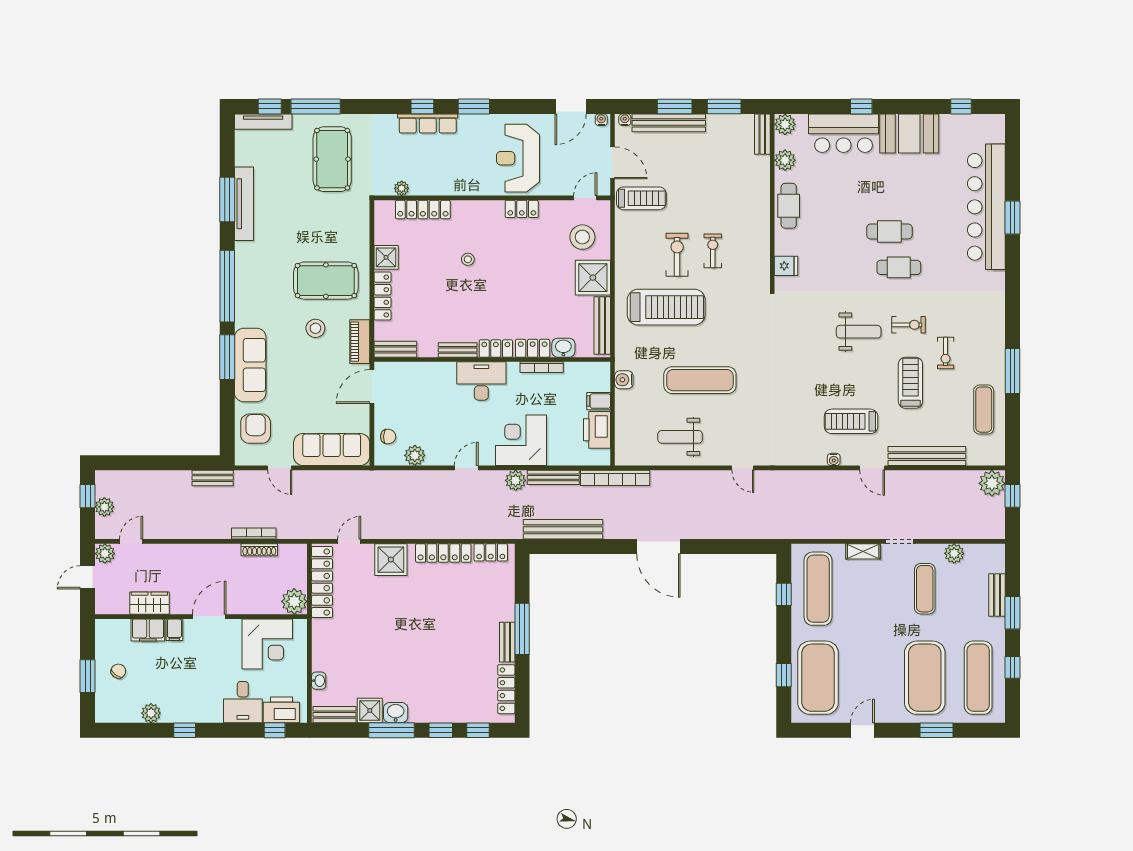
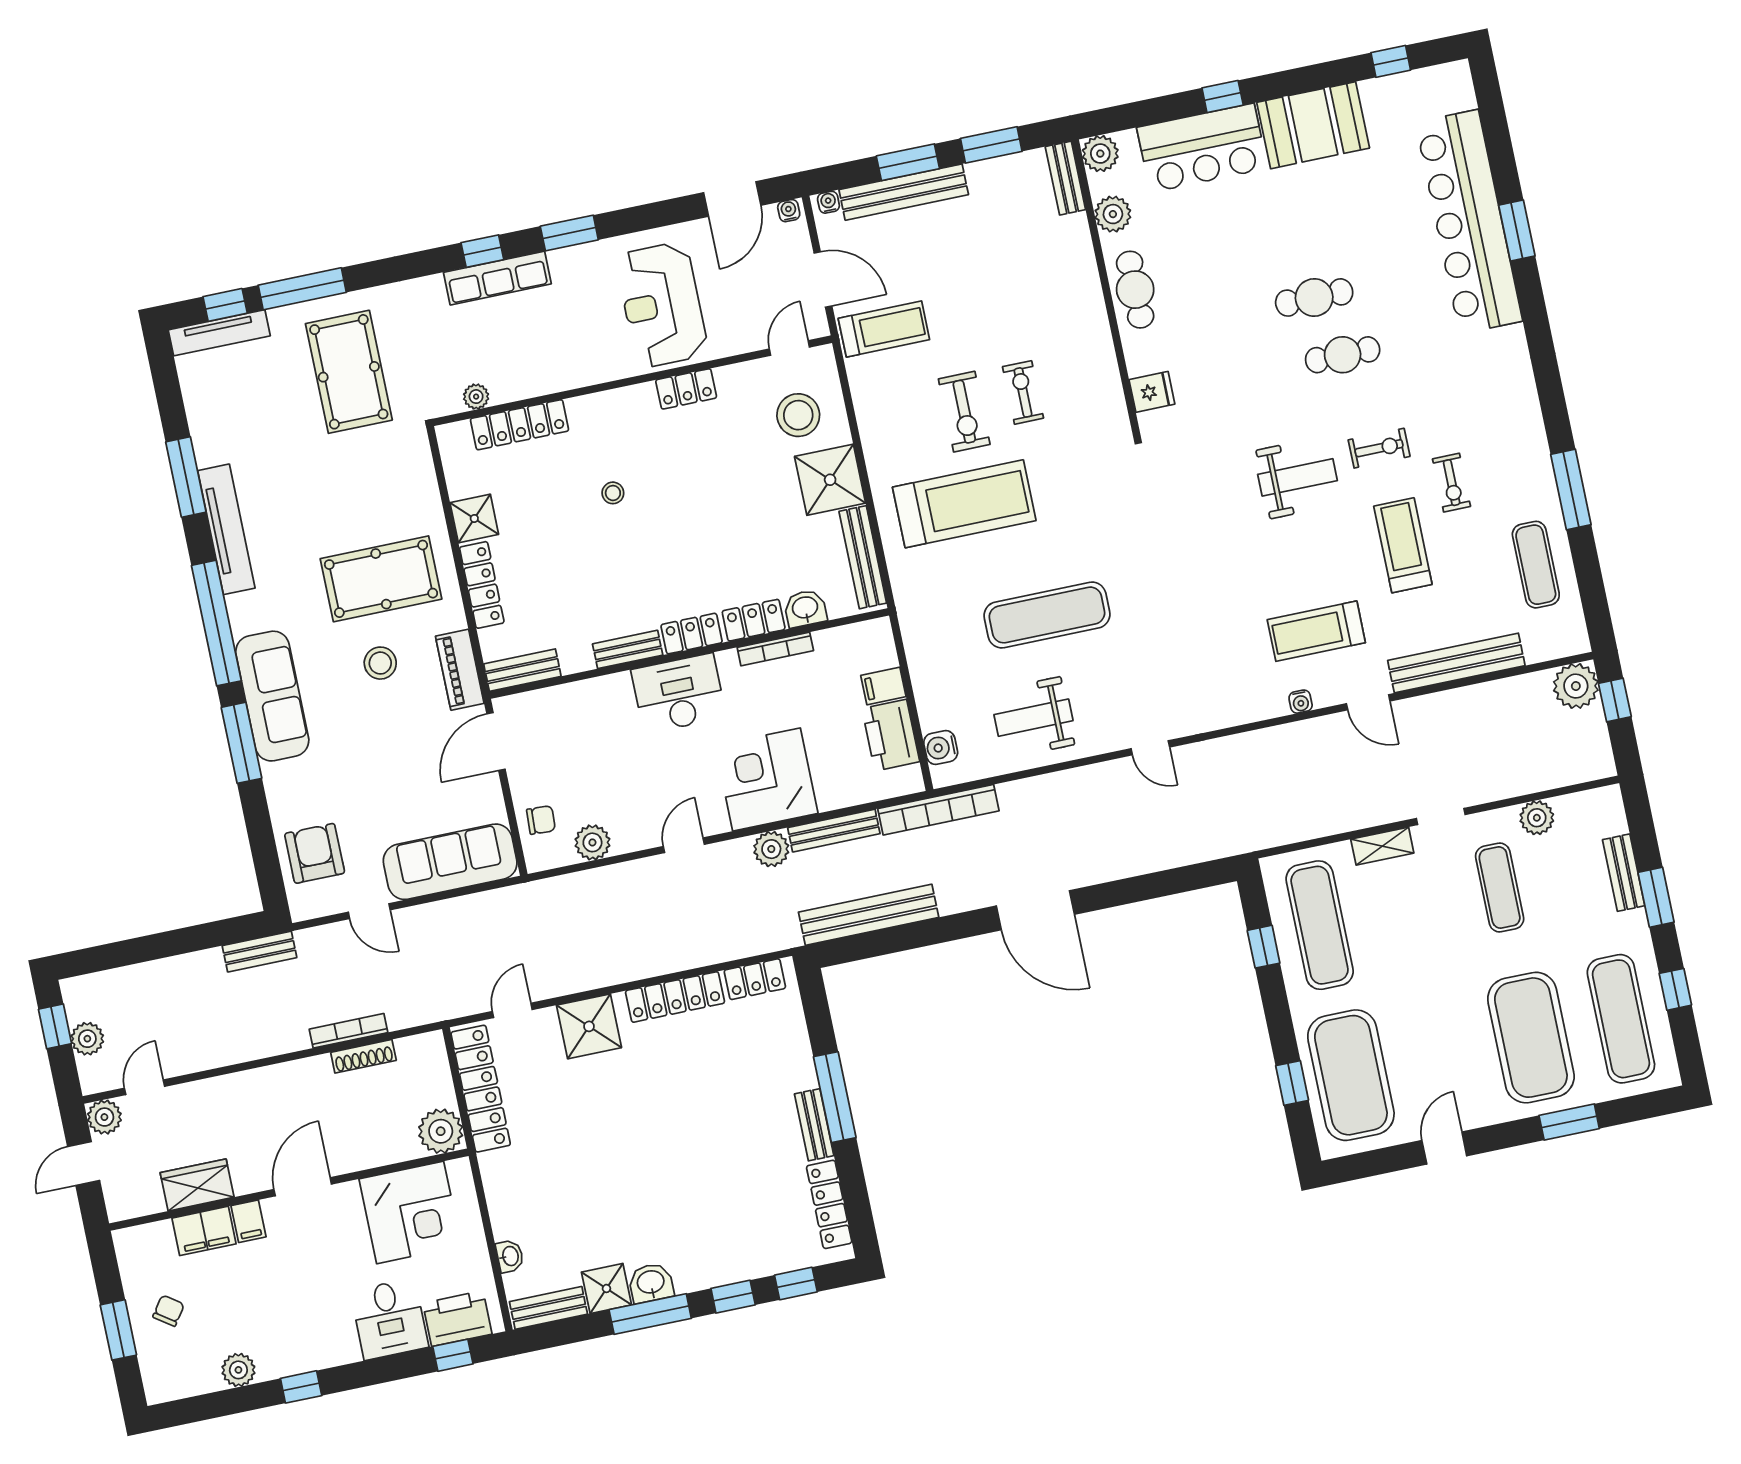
tv unit: (244, 204) -> (226, 529), moved
exercise bike: (677, 255) -> (964, 412), turned 180
sofa: (250, 365) -> (272, 696), moved
water cooler: (624, 380) -> (941, 747), moved

